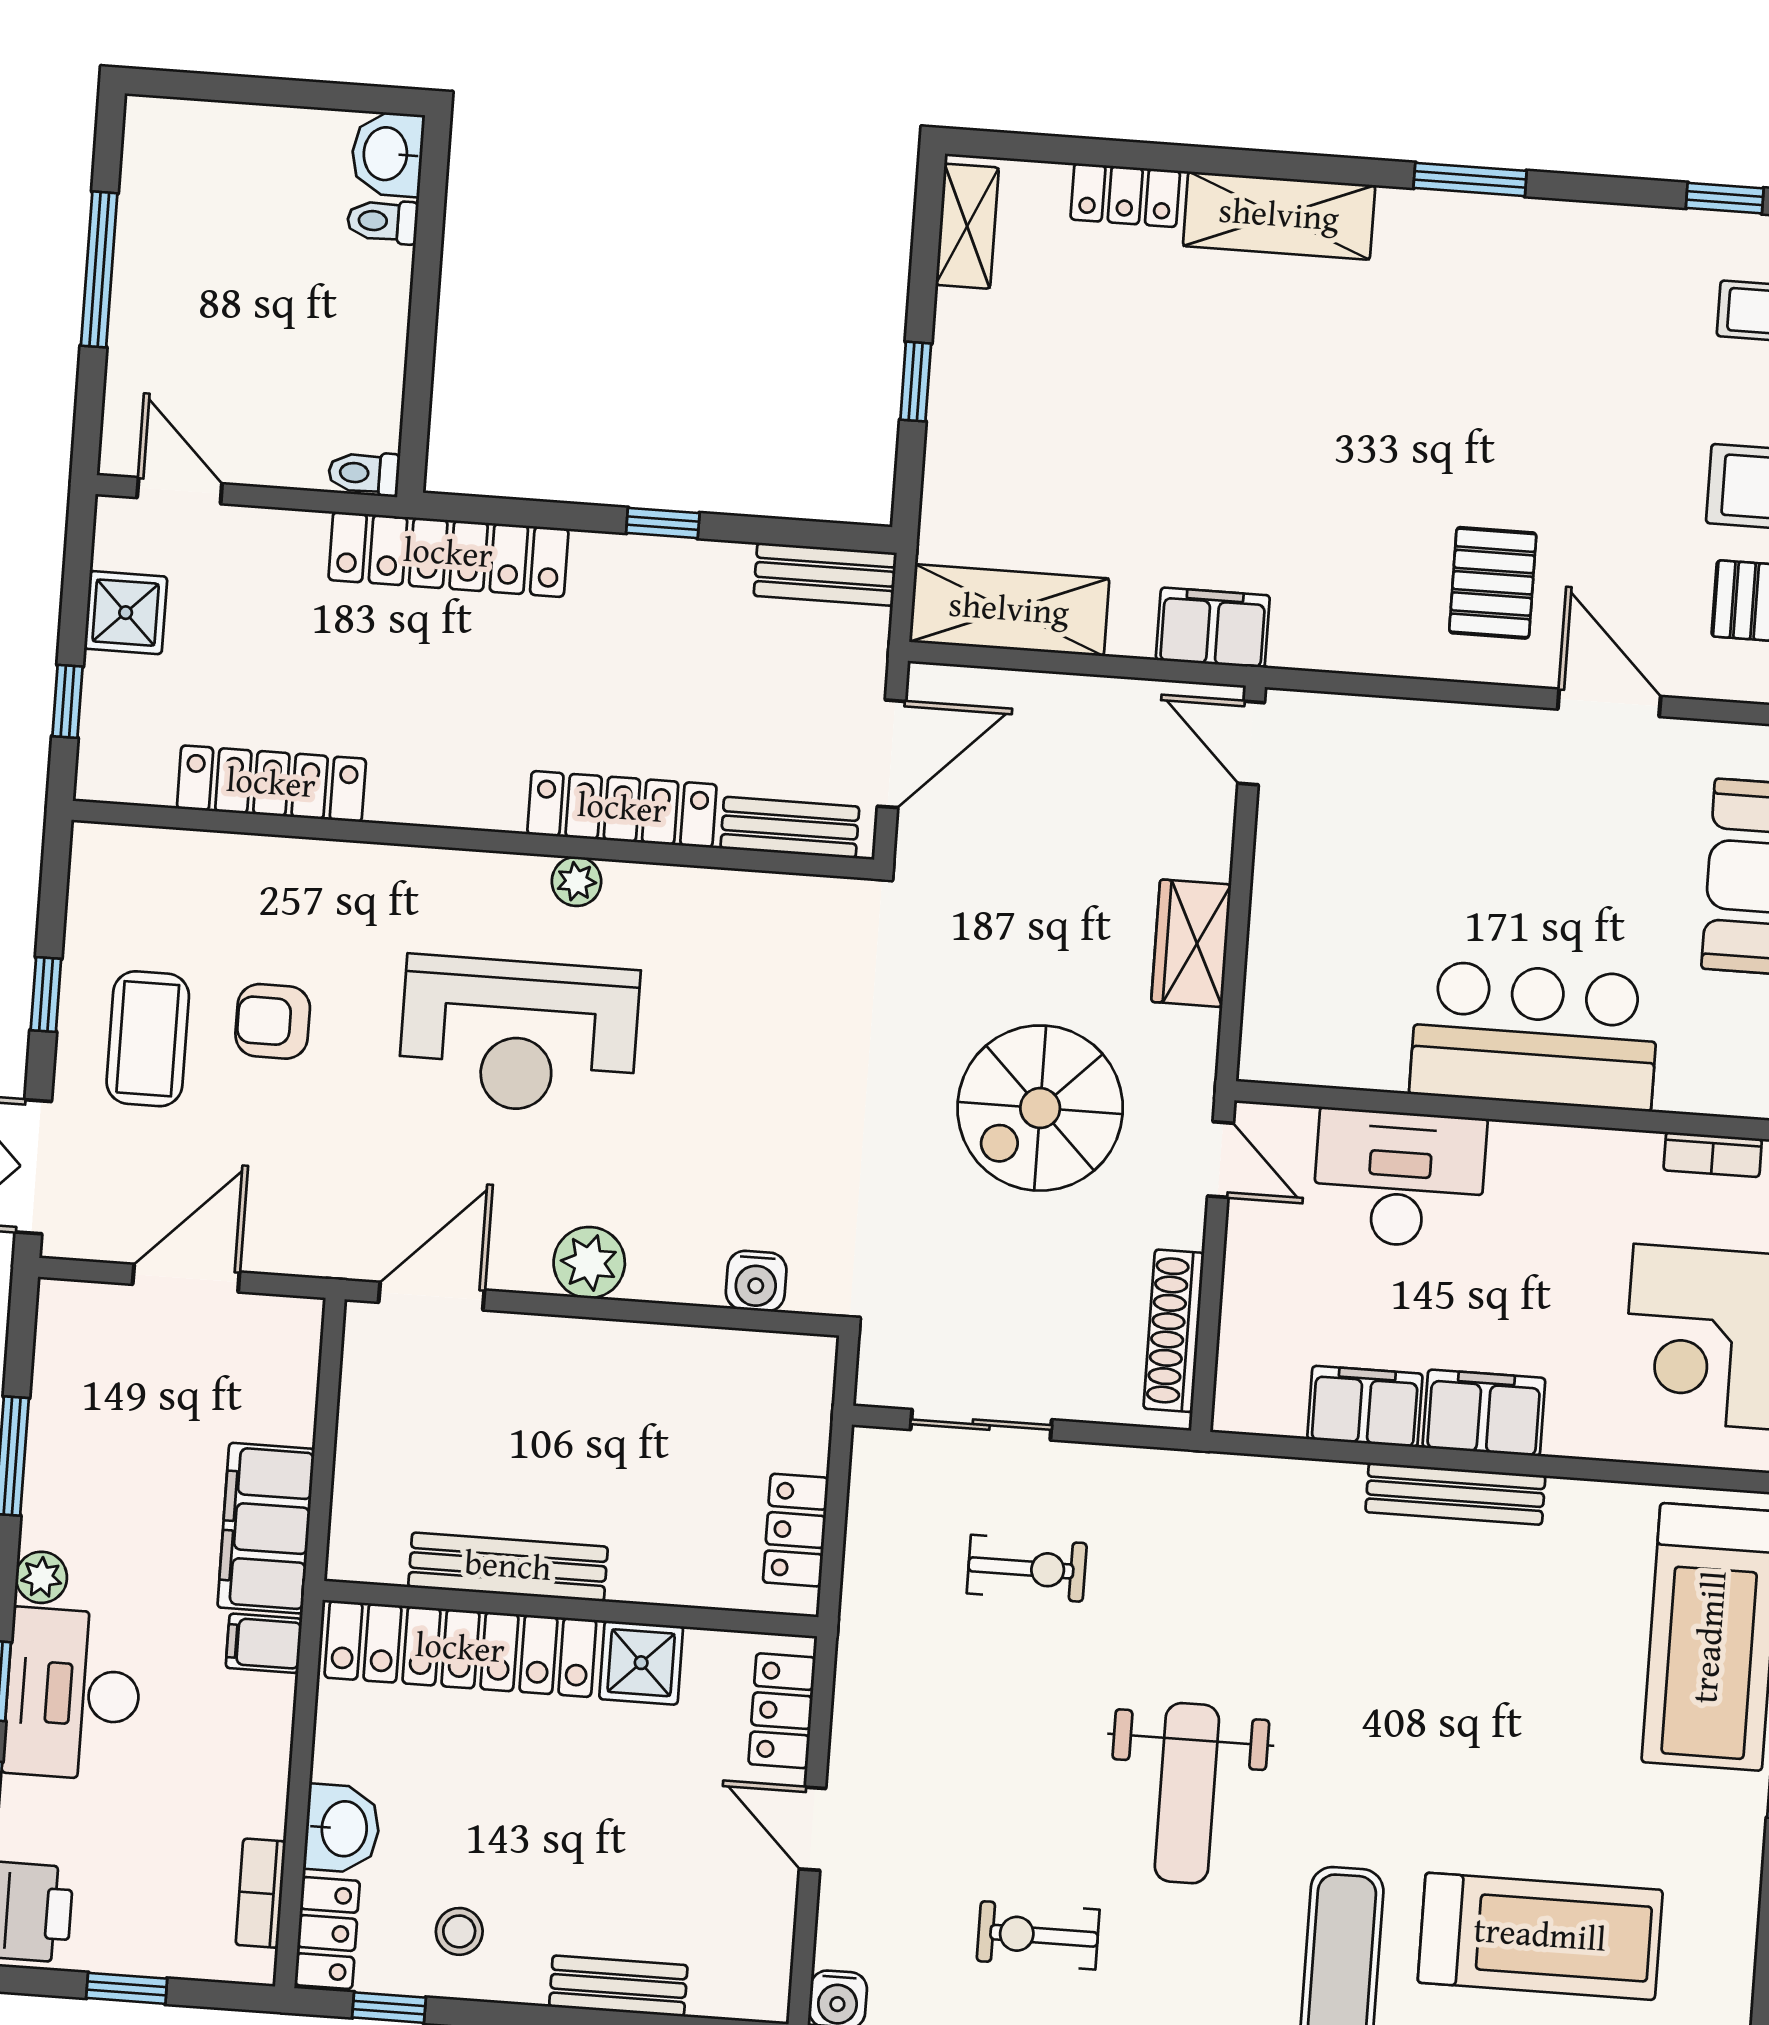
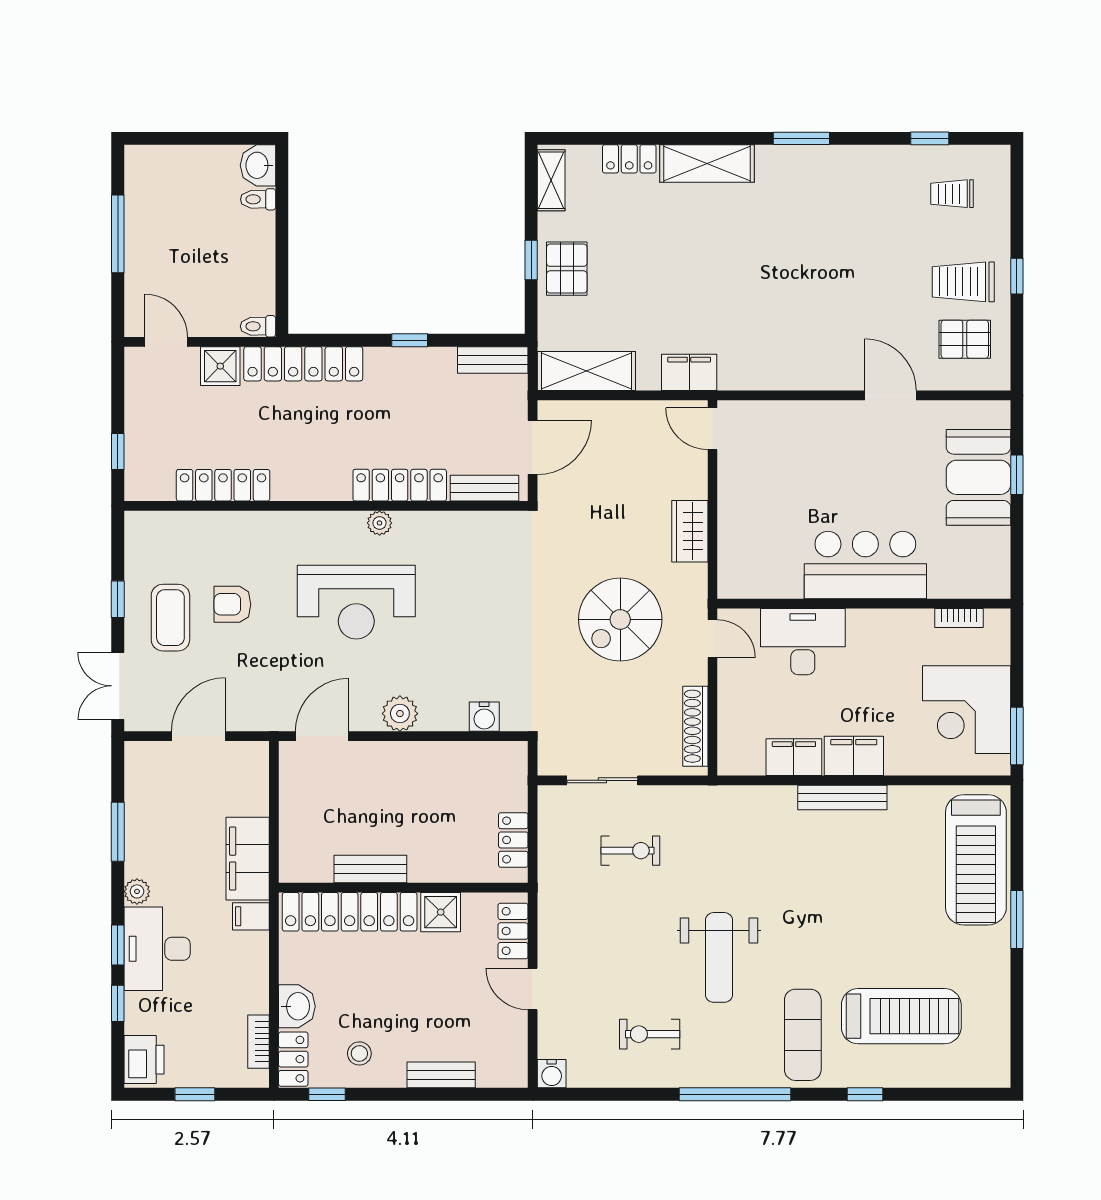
pallet: (1493, 583) -> (567, 269), moved
shower: (126, 613) -> (220, 366), moved
bench: (508, 1567) -> (370, 869), width x0.73

